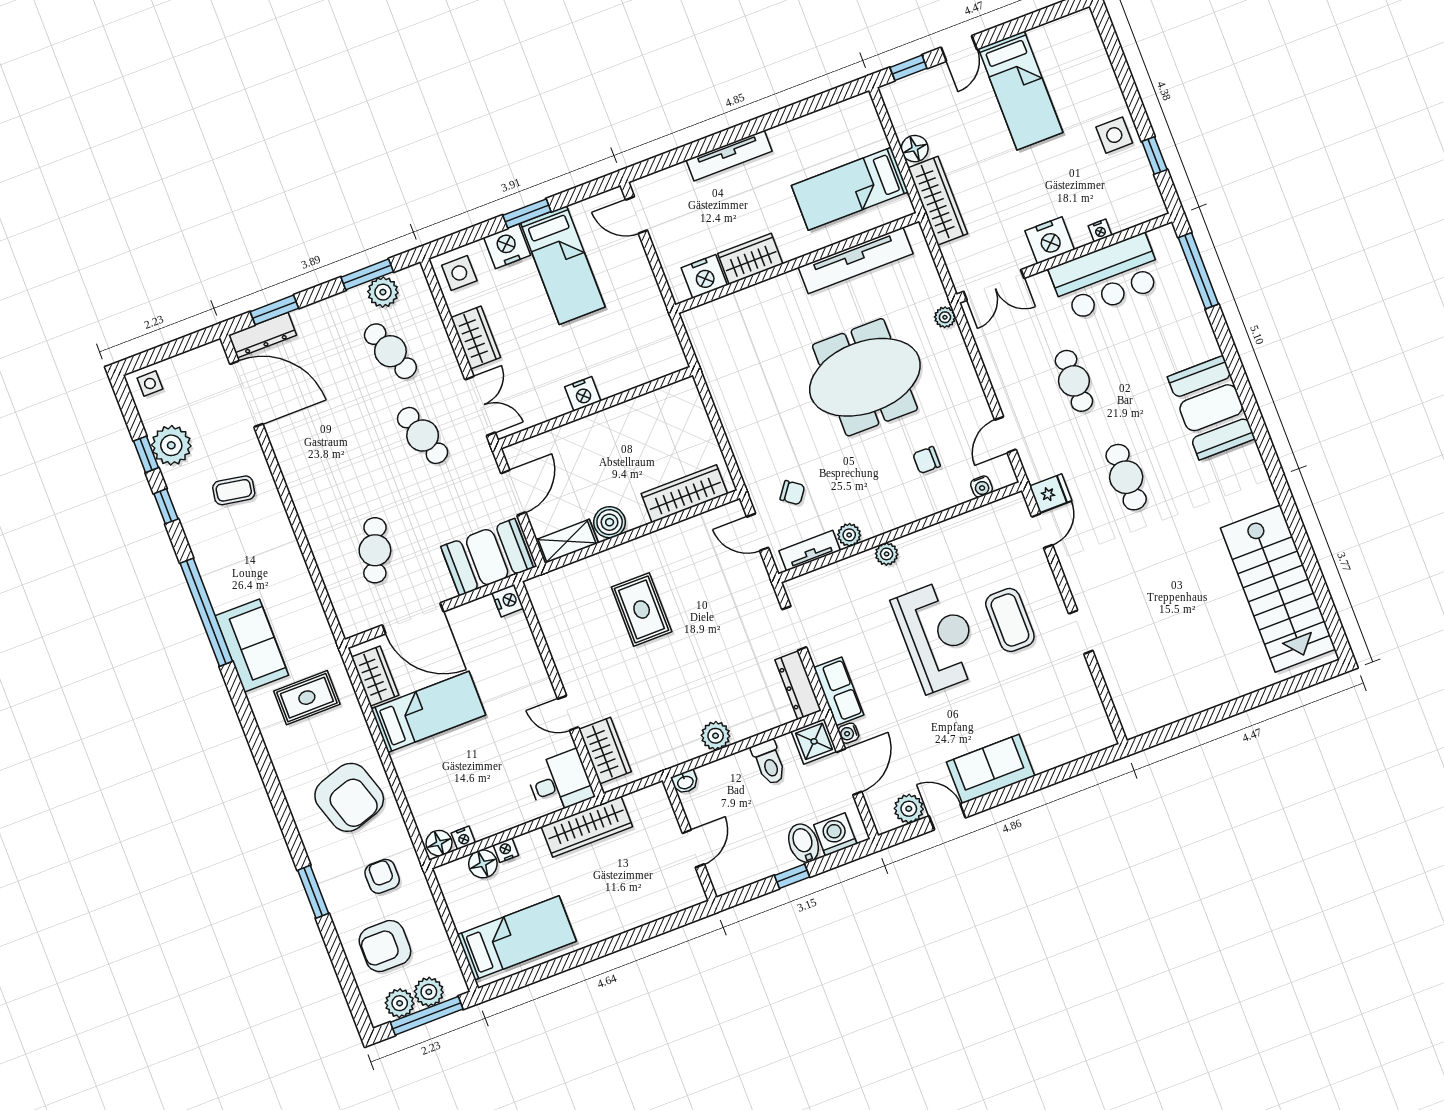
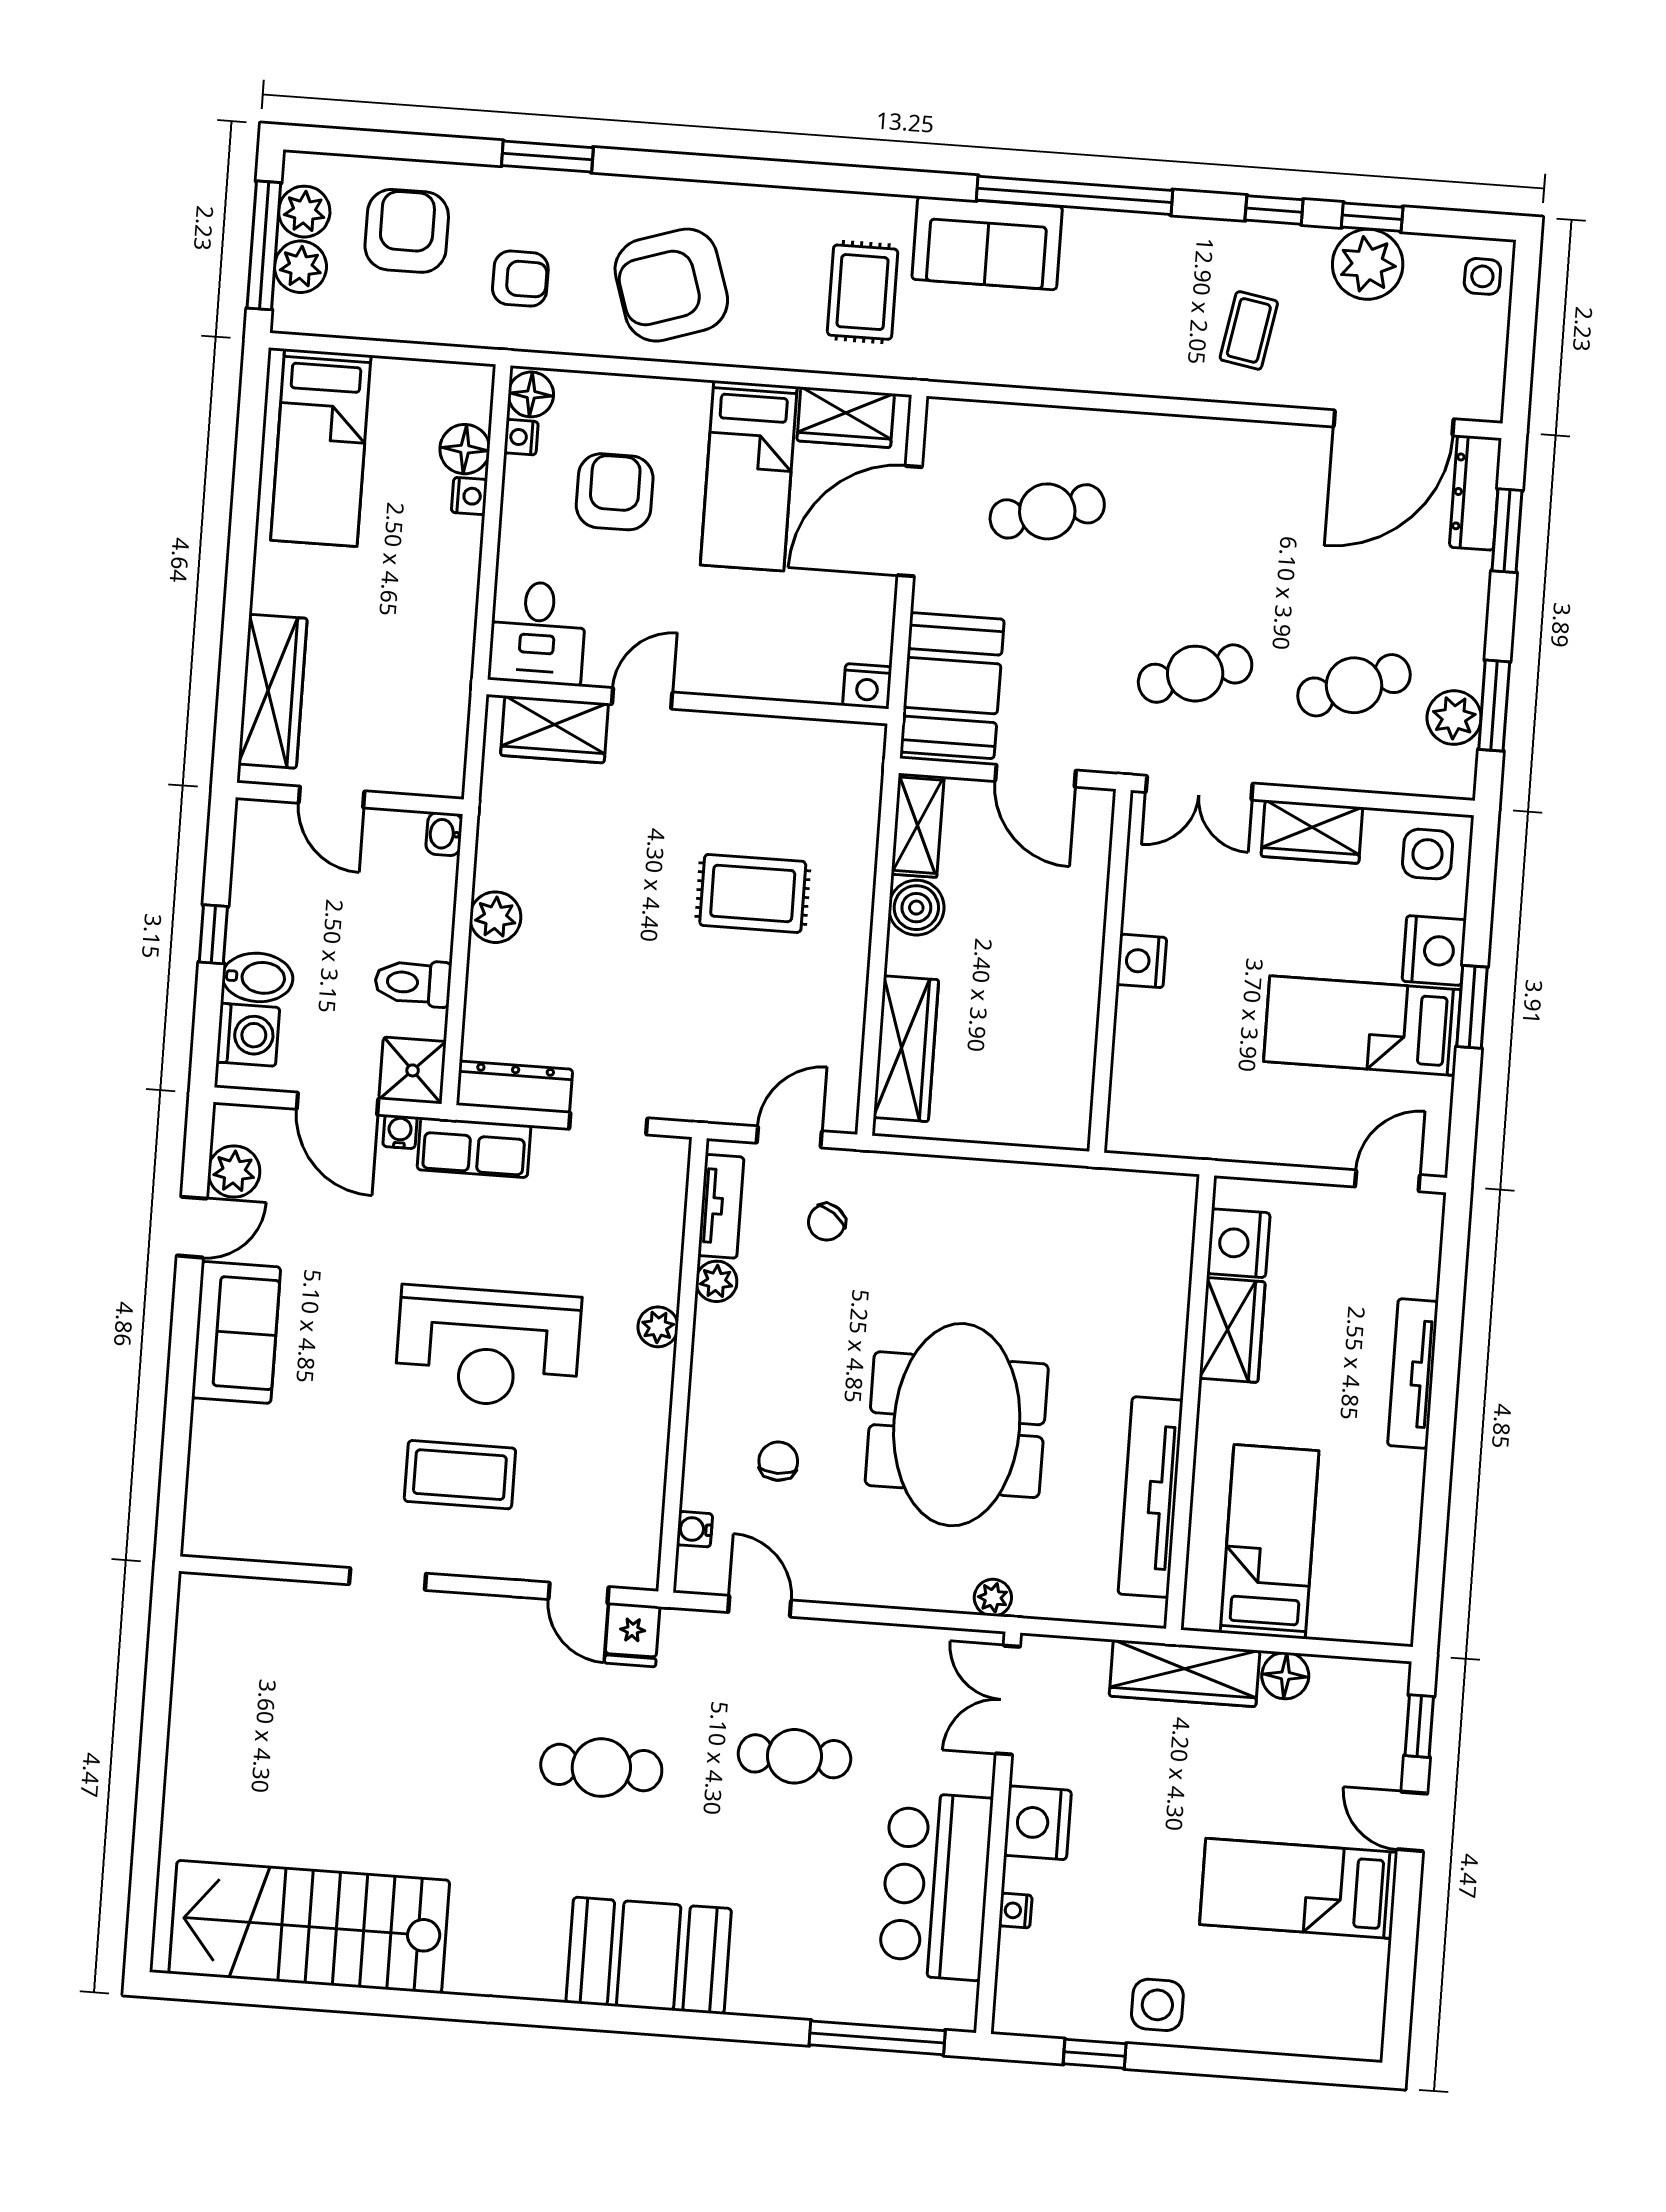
cafe table: (375, 550) -> (1047, 511), turned -36
armchair: (469, 777) -> (615, 492), added
wardrobe: (587, 827) -> (273, 691), moved, turned 180

